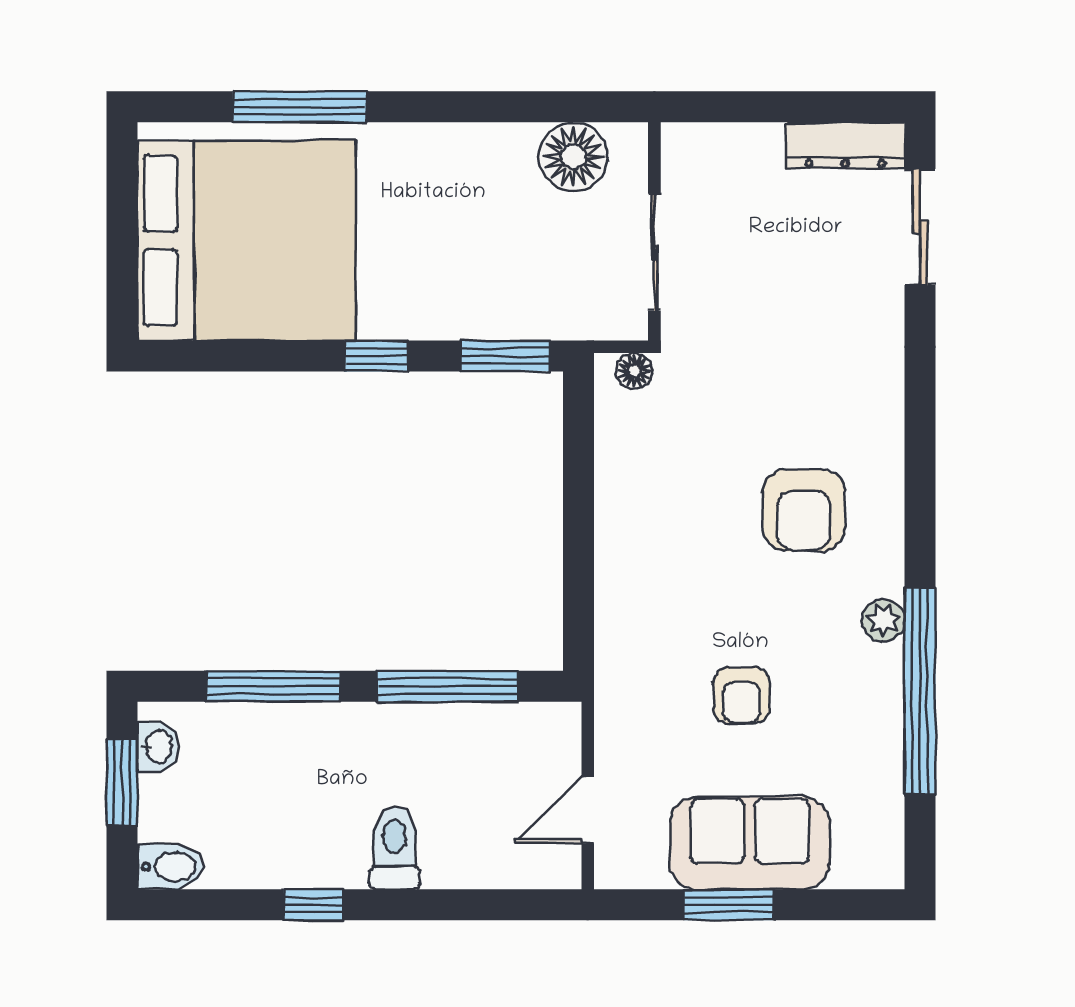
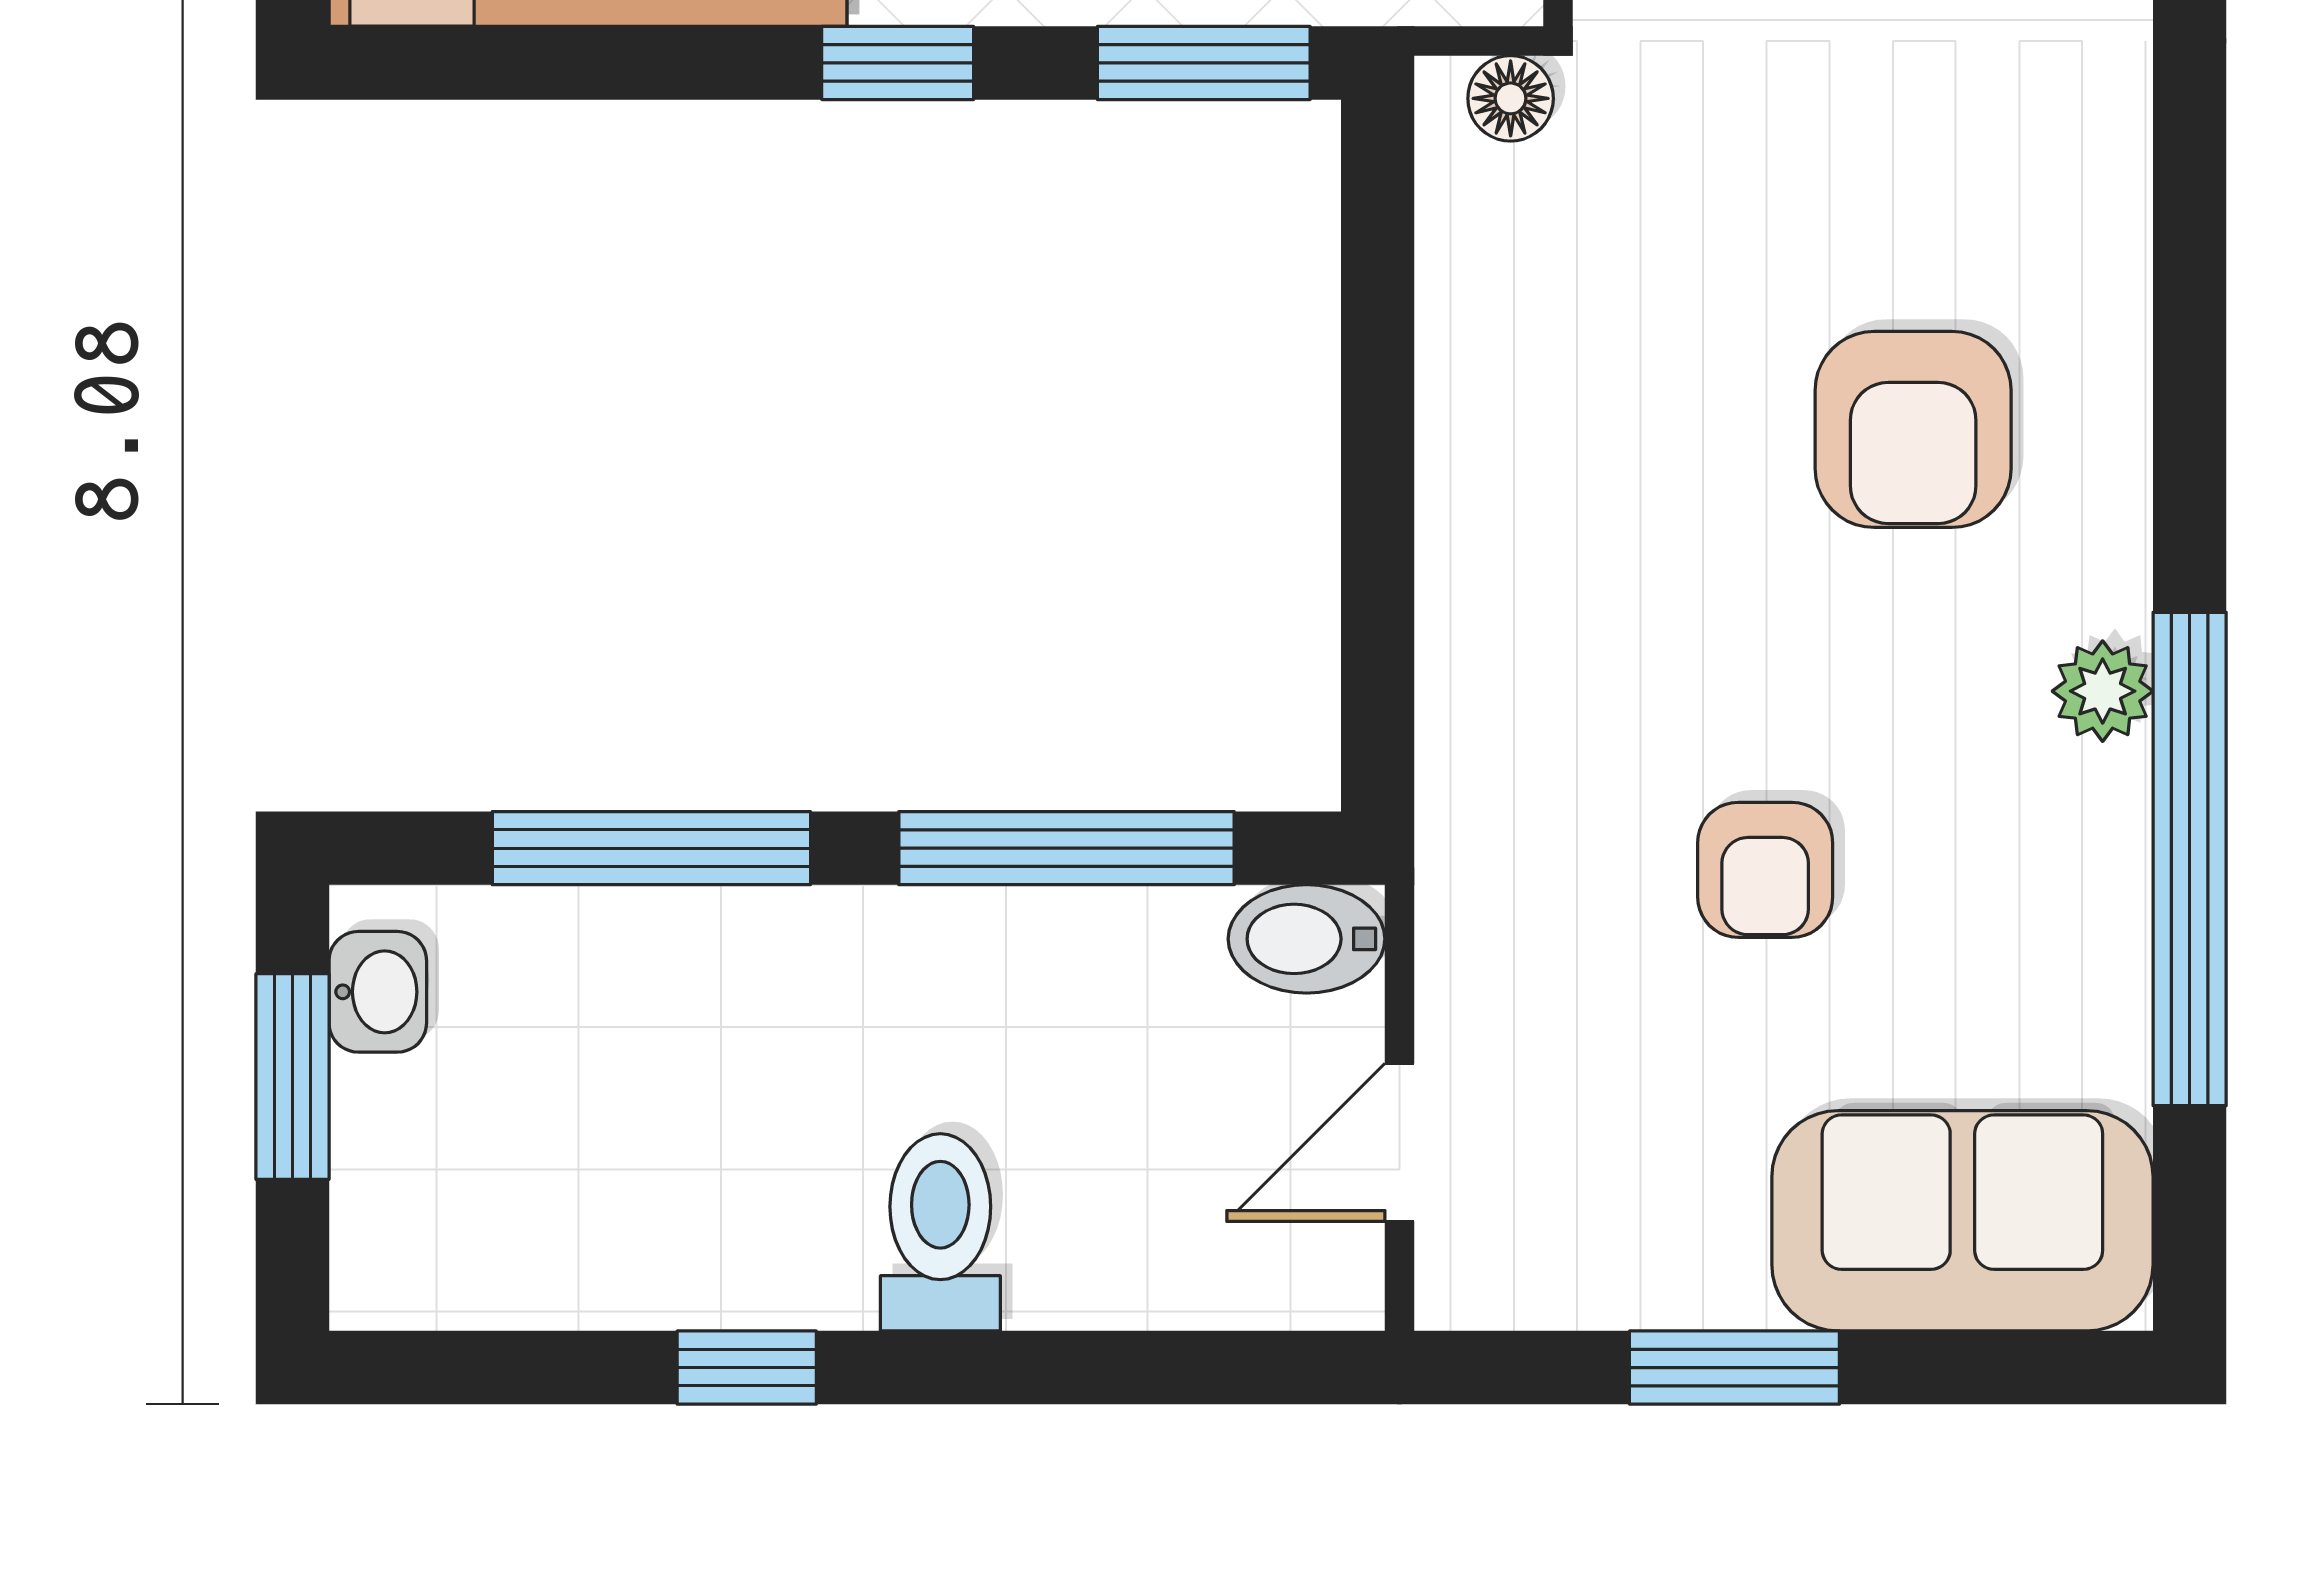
sofa: (750, 843) -> (1962, 1221), moved
bidet: (170, 867) -> (1307, 939), moved, turned 180

